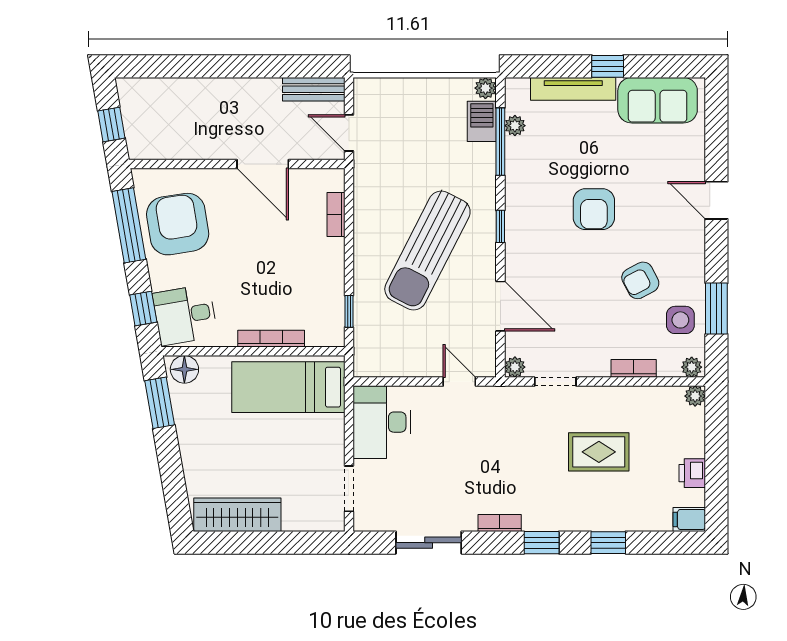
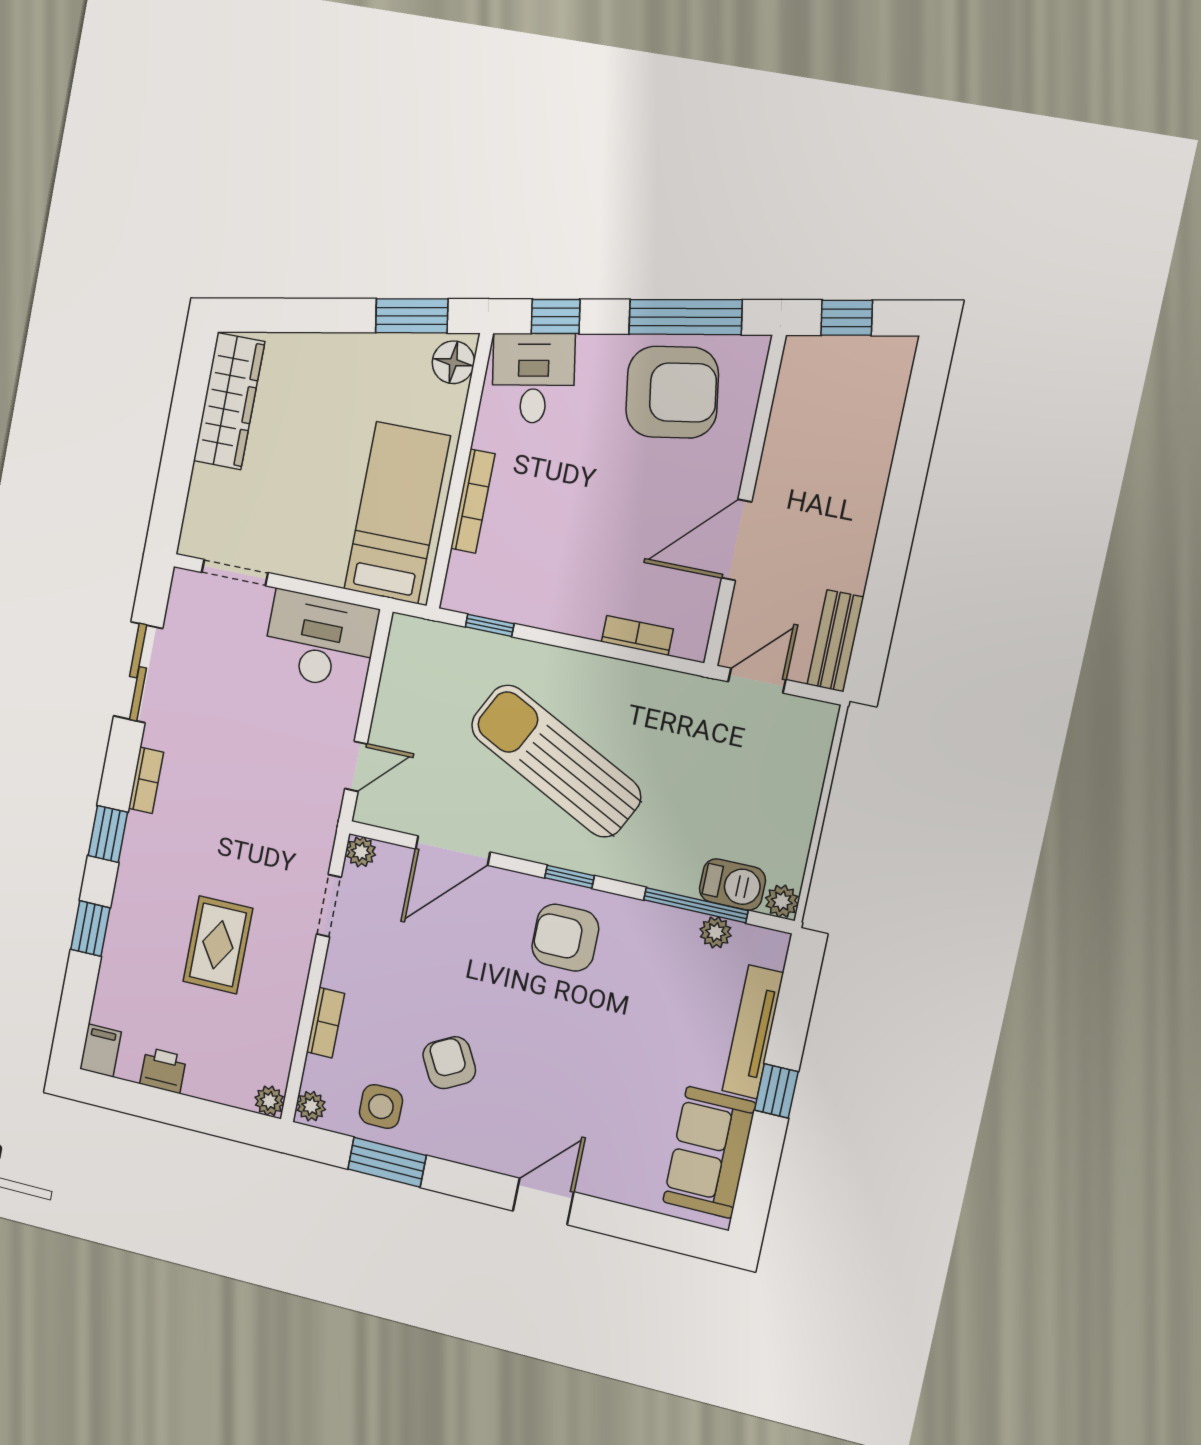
armchair: (594, 209) -> (565, 938), moved

